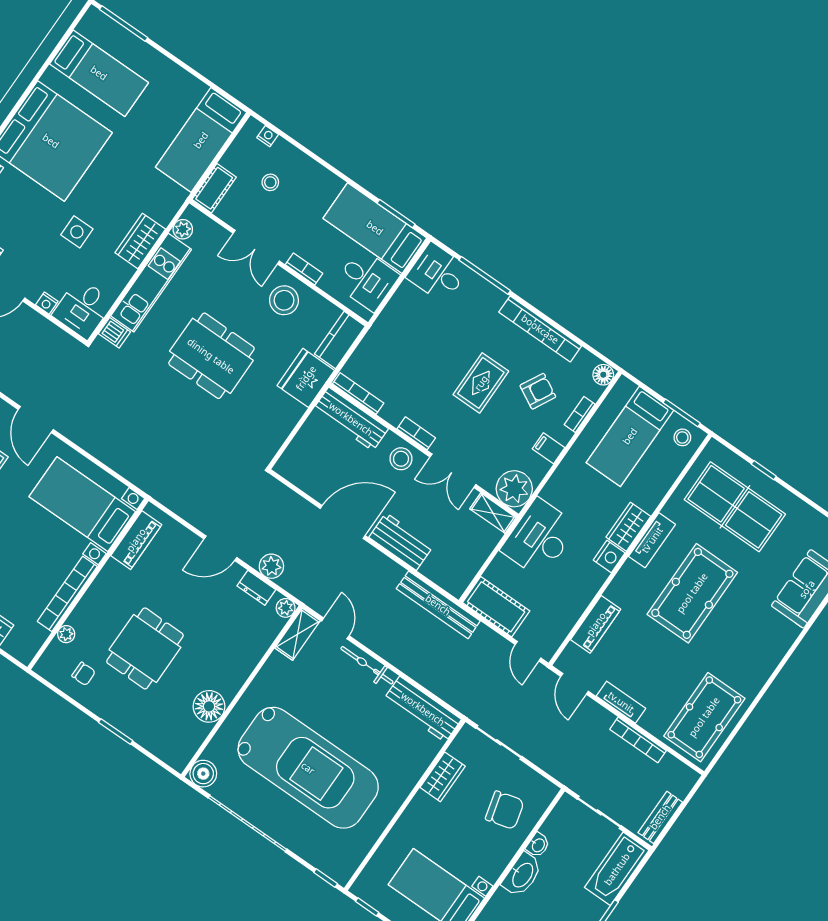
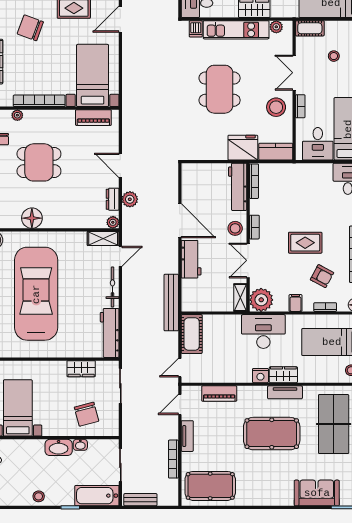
desk: (539, 538) -> (263, 332), moved
car: (308, 768) -> (36, 294), turned 180

